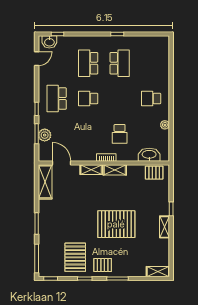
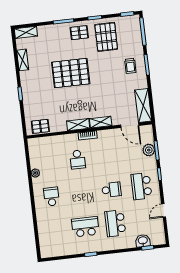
washbasin: (49, 42) -> (143, 241), moved
door: (37, 59) -> (164, 210), moved
school desk: (88, 63) -> (115, 223), turned 180
school desk: (120, 63) -> (85, 227), turned 90
school desk: (57, 99) -> (141, 186), turned 180
school desk: (151, 99) -> (51, 197), turned -90
school desk: (120, 134) -> (78, 159), turned 180
washbasin: (149, 155) -> (47, 143), removed
trolley: (54, 224) -> (130, 66), added
shelving: (165, 227) -> (23, 60), moved

